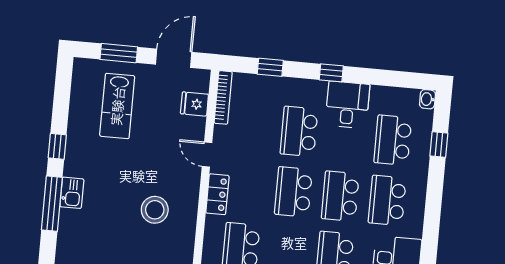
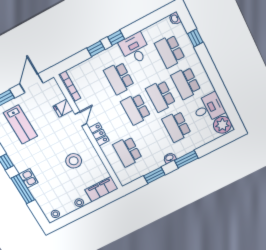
window: (270, 67) -> (96, 49), moved
fridge: (195, 104) -> (63, 108), moved
door: (207, 154) -> (81, 119), swing flipped

